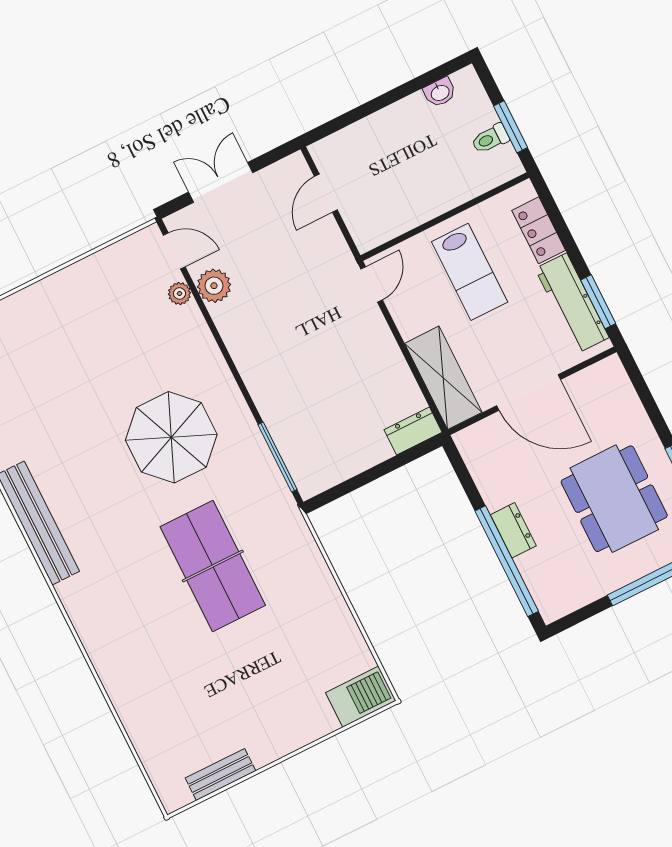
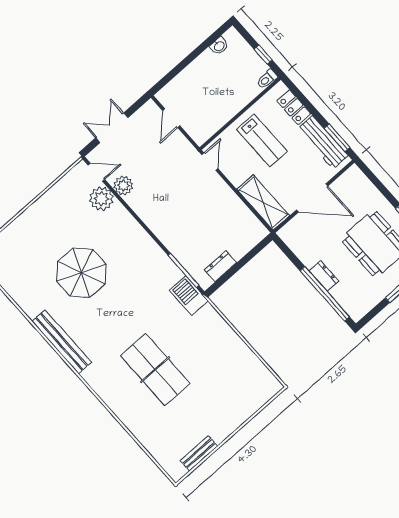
window: (511, 127) -> (263, 54), width x0.67
toilet: (490, 139) -> (267, 79), moved
plant: (179, 293) -> (101, 199), width x1.87, depth x1.87
dresser: (413, 431) -> (220, 266), moved
parasol: (171, 437) -> (81, 273), moved
table tennis table: (213, 566) -> (155, 370), moved
barbecue: (361, 697) -> (189, 296), moved, turned -90

